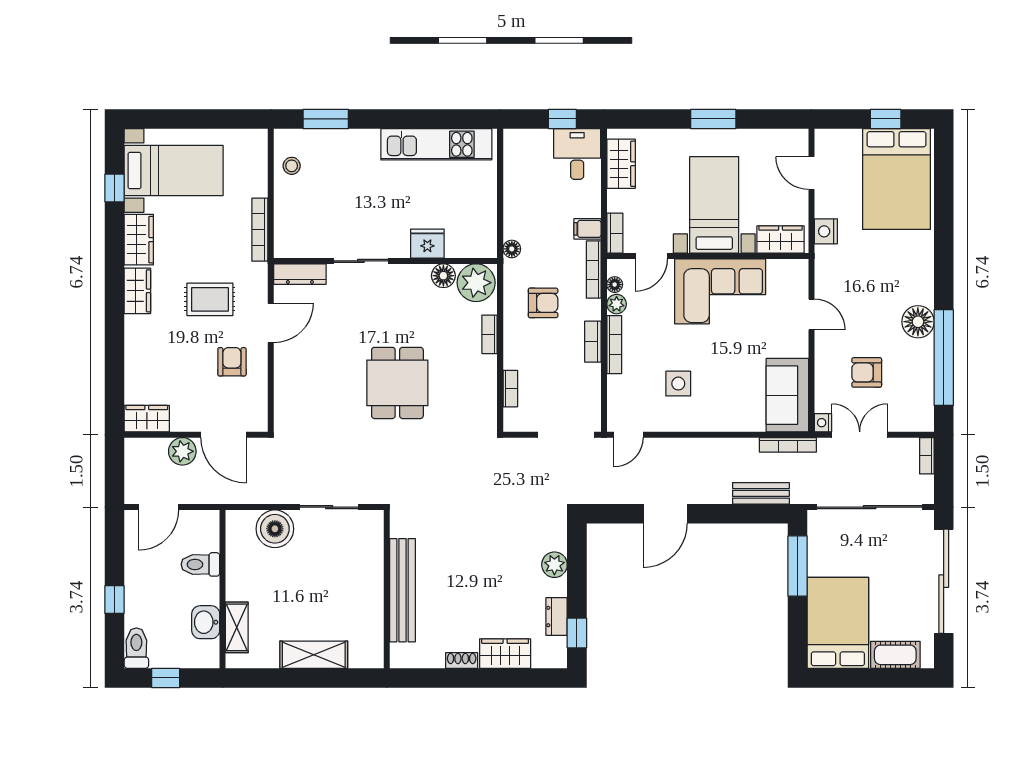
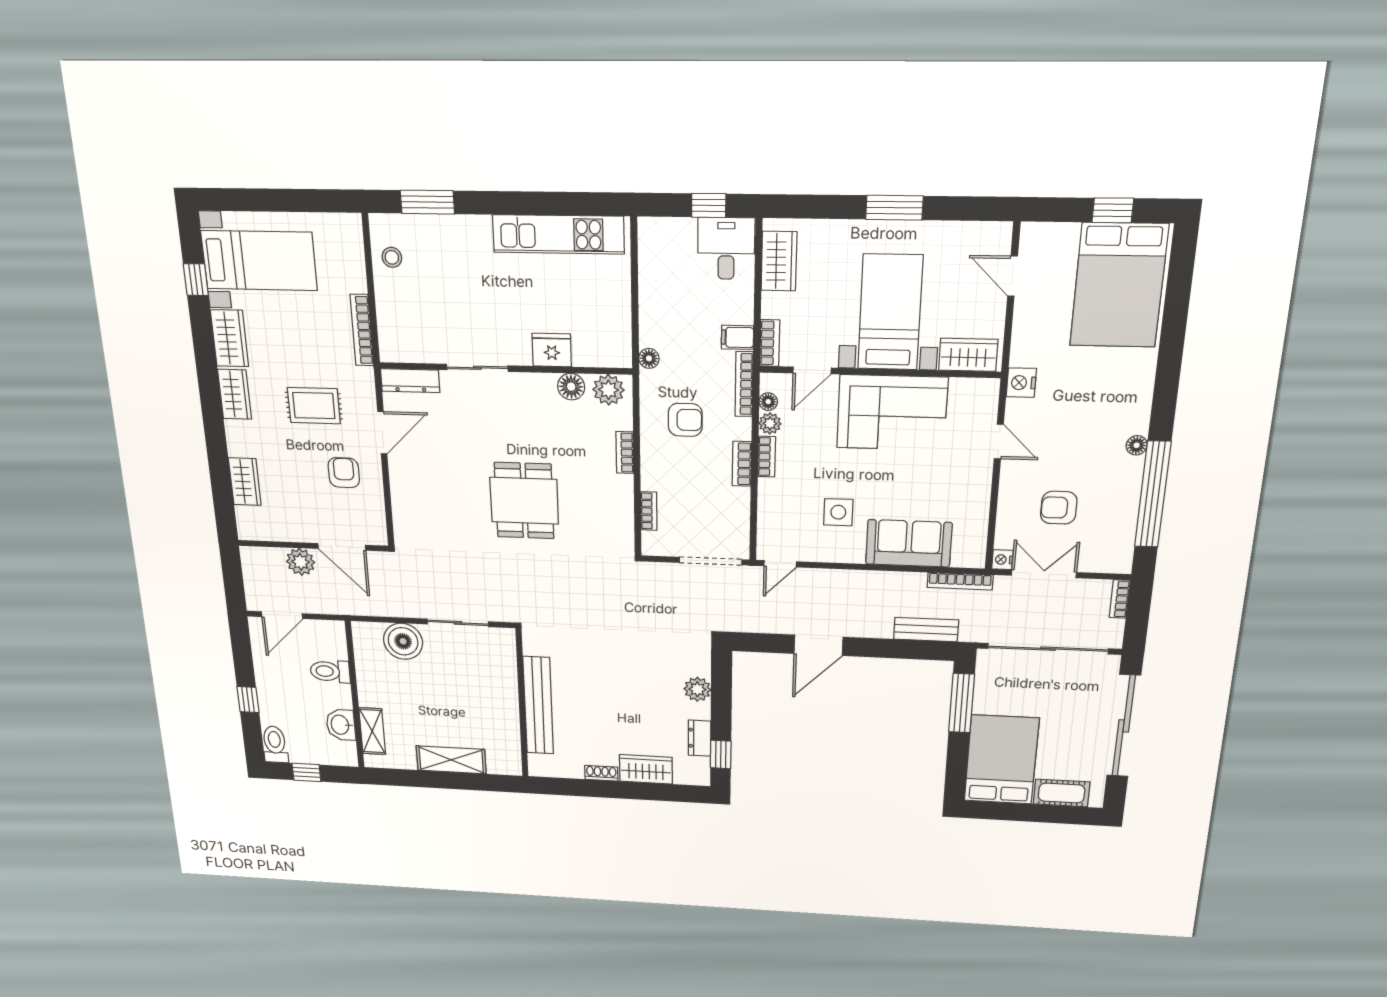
nightstand: (826, 231) -> (1021, 383), moved
plant: (476, 283) -> (608, 390), width x0.73, depth x0.73
floor lamp: (918, 322) -> (1137, 445), width x0.53, depth x0.53
bookcase: (614, 345) -> (767, 457), width x0.64
sofa: (787, 395) -> (909, 543), moved, turned 90
wardrobe: (147, 419) -> (245, 482), moved, turned 90

